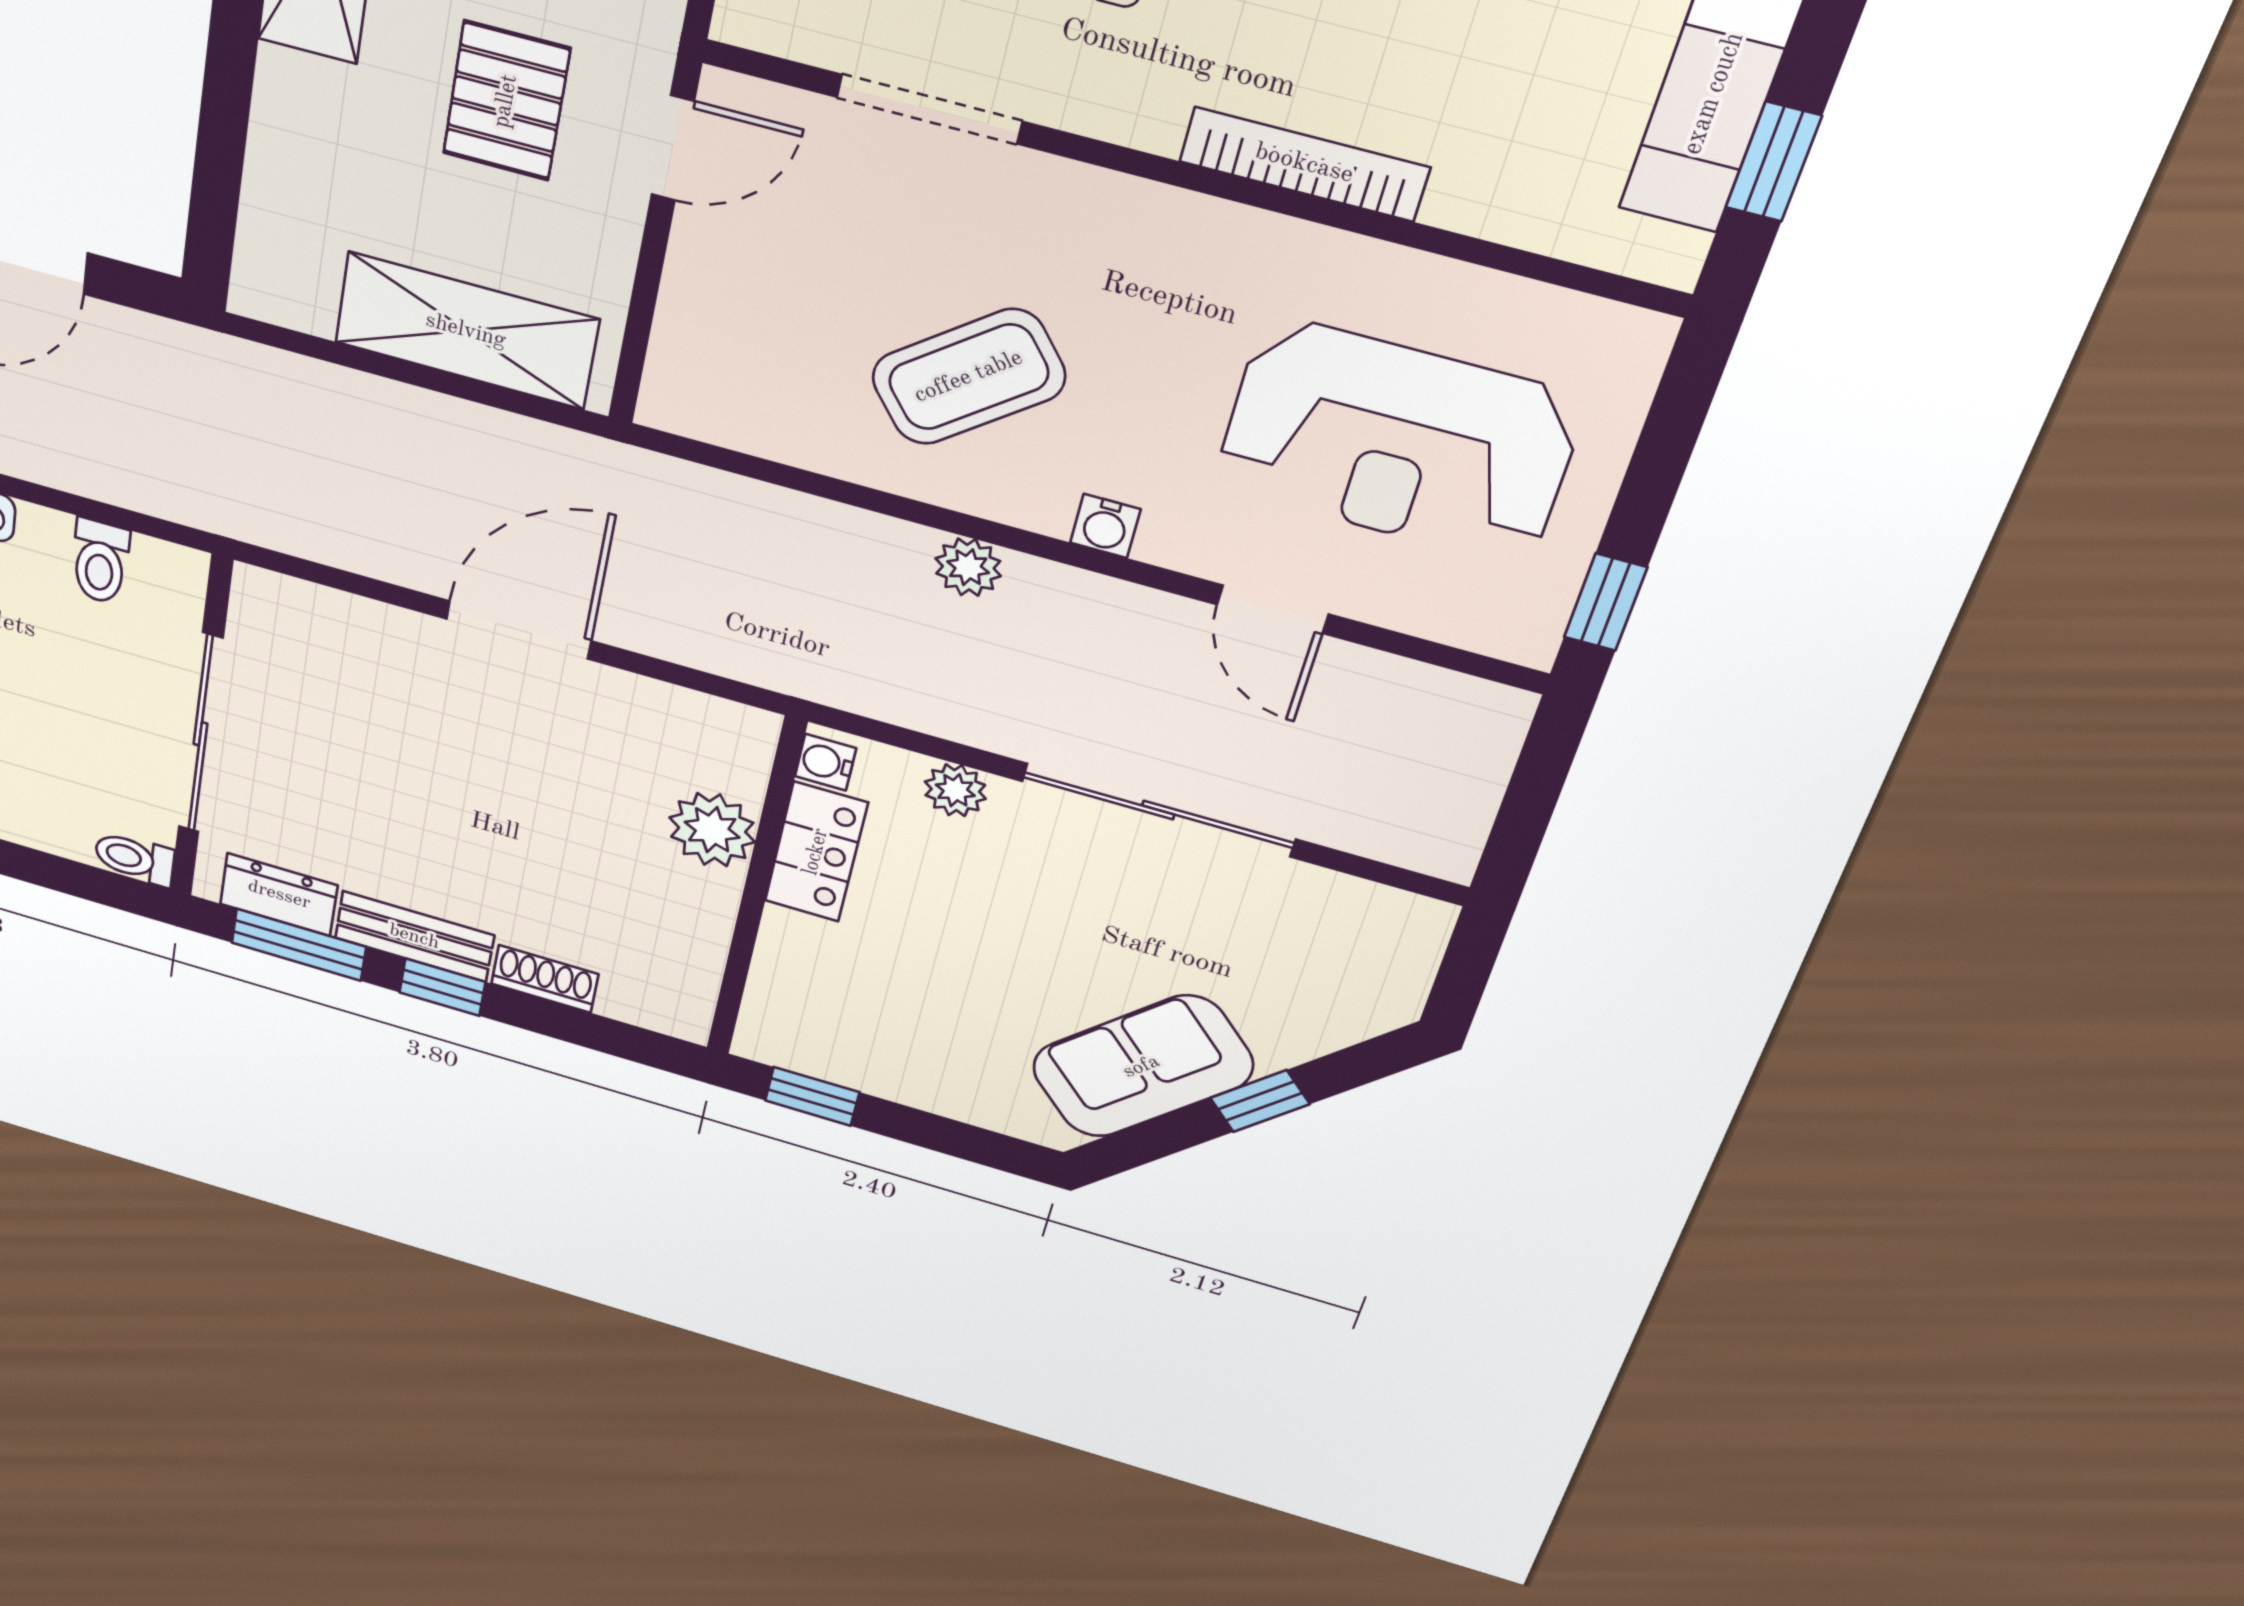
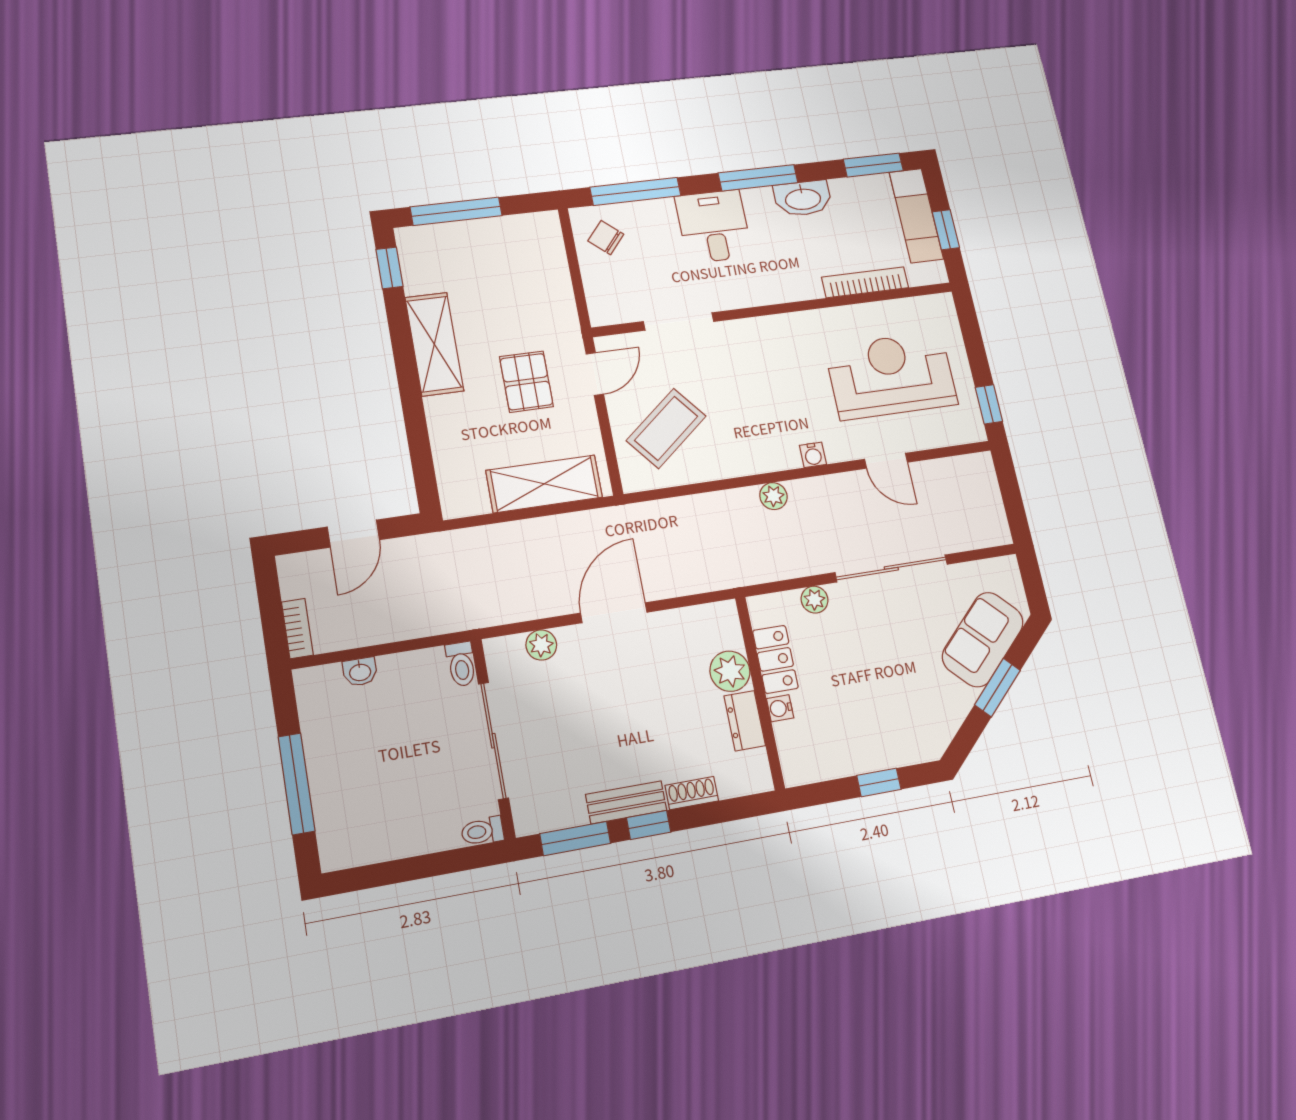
bookcase: (1304, 164) -> (865, 282), moved
coffee table: (969, 377) -> (666, 428), moved
reception desk: (1398, 442) -> (891, 375), turned 180
toilet: (100, 562) -> (461, 664), moved
plant: (349, 621) -> (541, 645), added
water cooler: (826, 762) -> (780, 708), moved
dresser: (279, 895) -> (745, 721), moved, turned -90
sofa: (1142, 1067) -> (983, 639), moved
window: (812, 1096) -> (879, 782), moved
window: (1260, 1101) -> (997, 688), width x1.50

